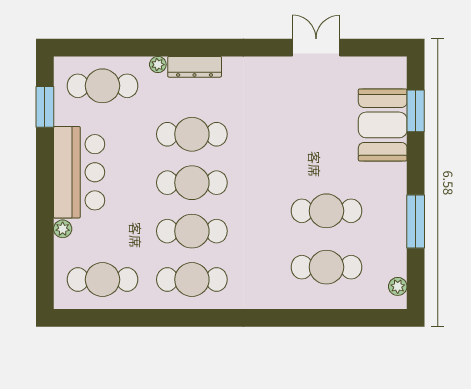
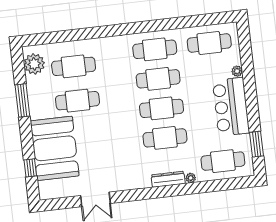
window: (416, 111) -> (30, 168), width x0.67
booth: (383, 125) -> (55, 148), width x1.36, depth x1.42
plant: (398, 286) -> (34, 64), width x1.88, depth x1.88

